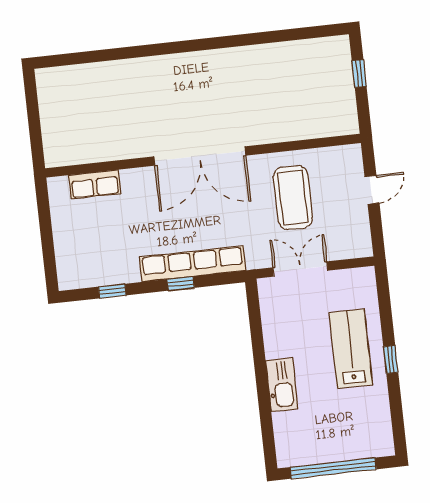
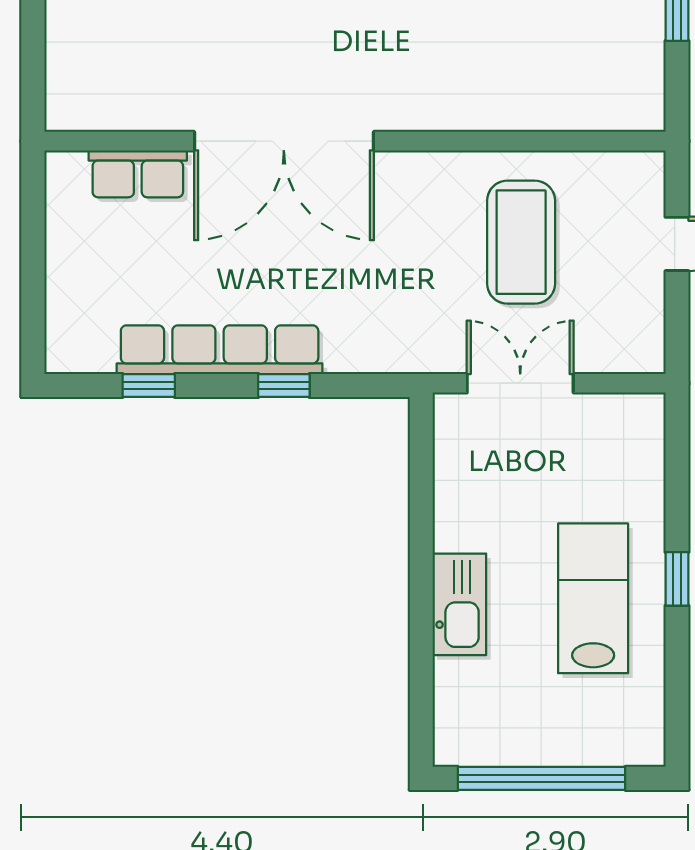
double door: (200, 156) -> (284, 141), moved
row of seats: (193, 264) -> (220, 350), moved
lab bench: (351, 349) -> (593, 598), moved

